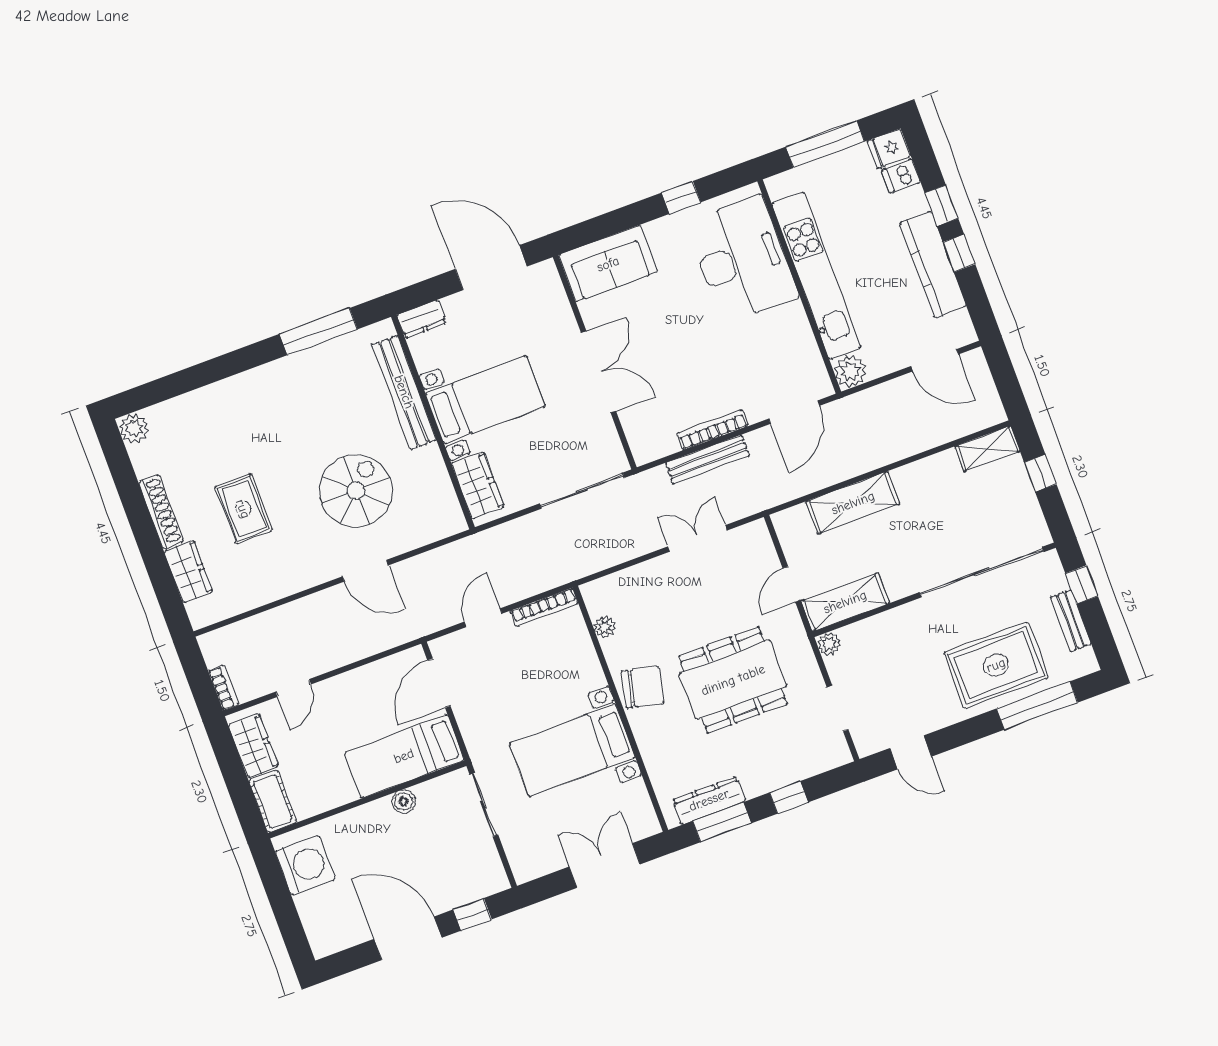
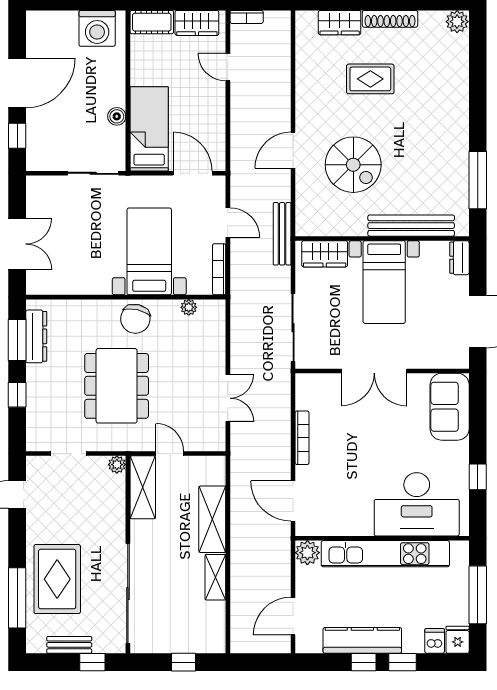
shelving: (987, 449) -> (215, 577), moved
bench: (707, 459) -> (282, 234), moved
bed with nightstands: (572, 750) -> (149, 251), moved

